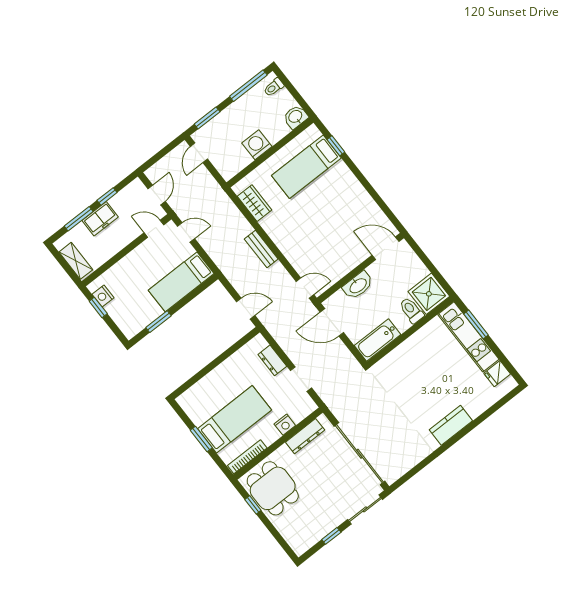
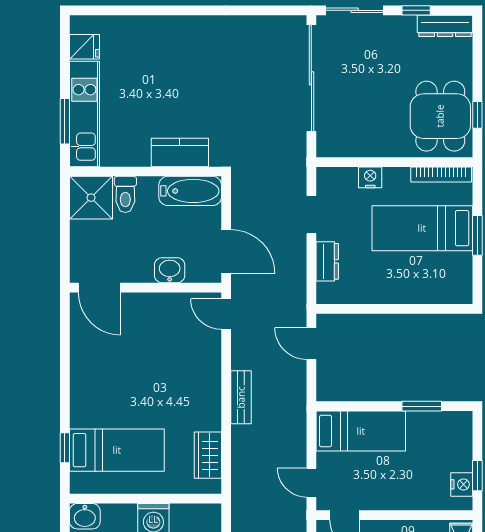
washbasin: (358, 285) -> (170, 270), width x0.72
kitchen counter: (451, 425) -> (180, 152), moved, turned 180
dresser: (305, 436) -> (445, 26), moved, turned 180

